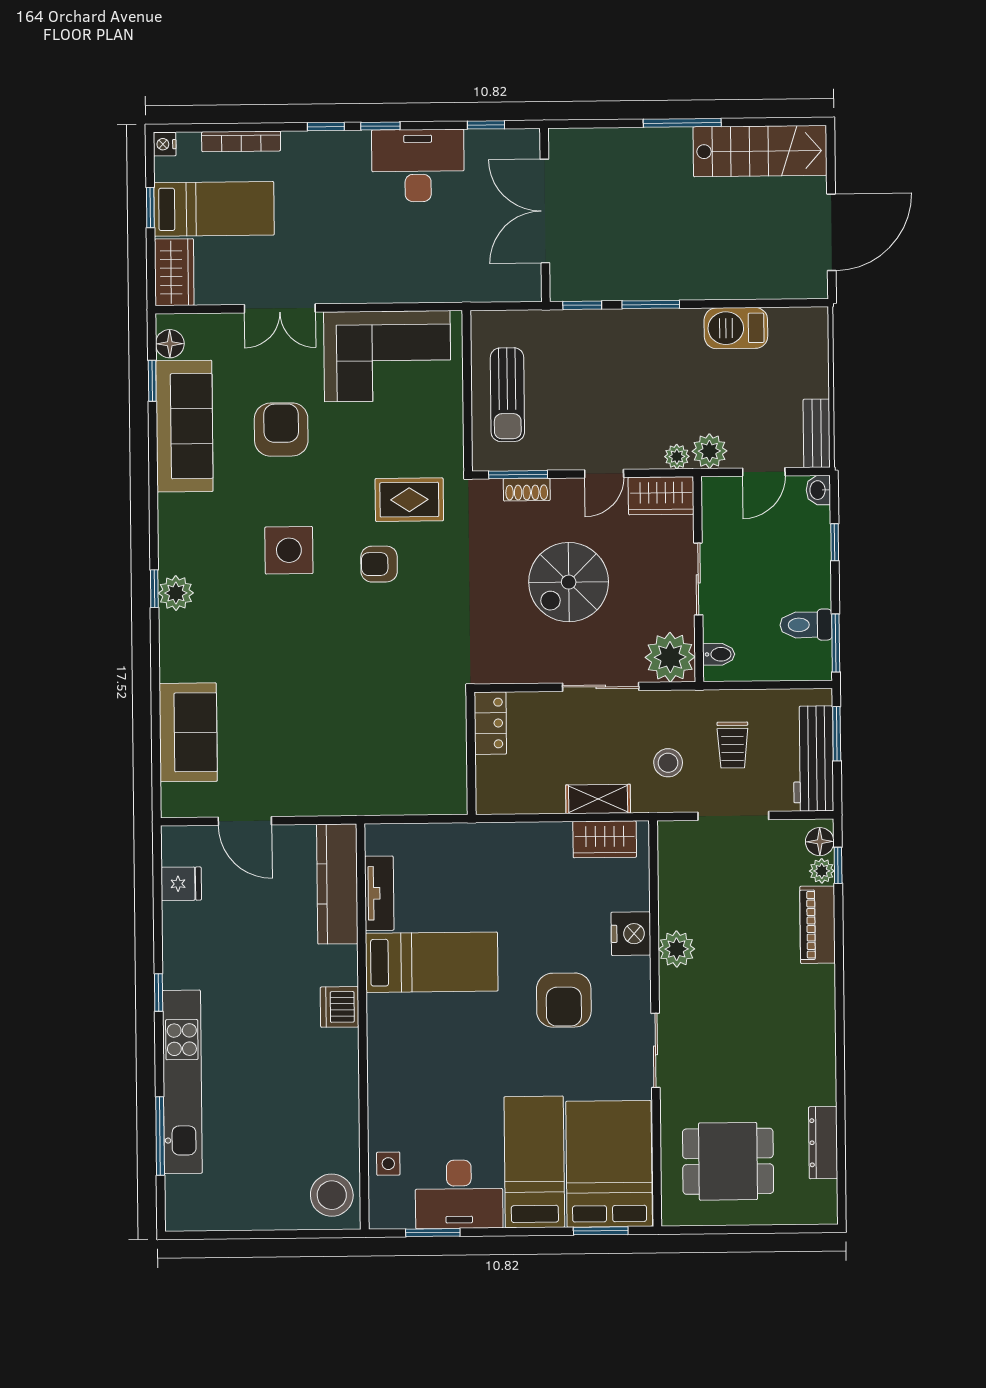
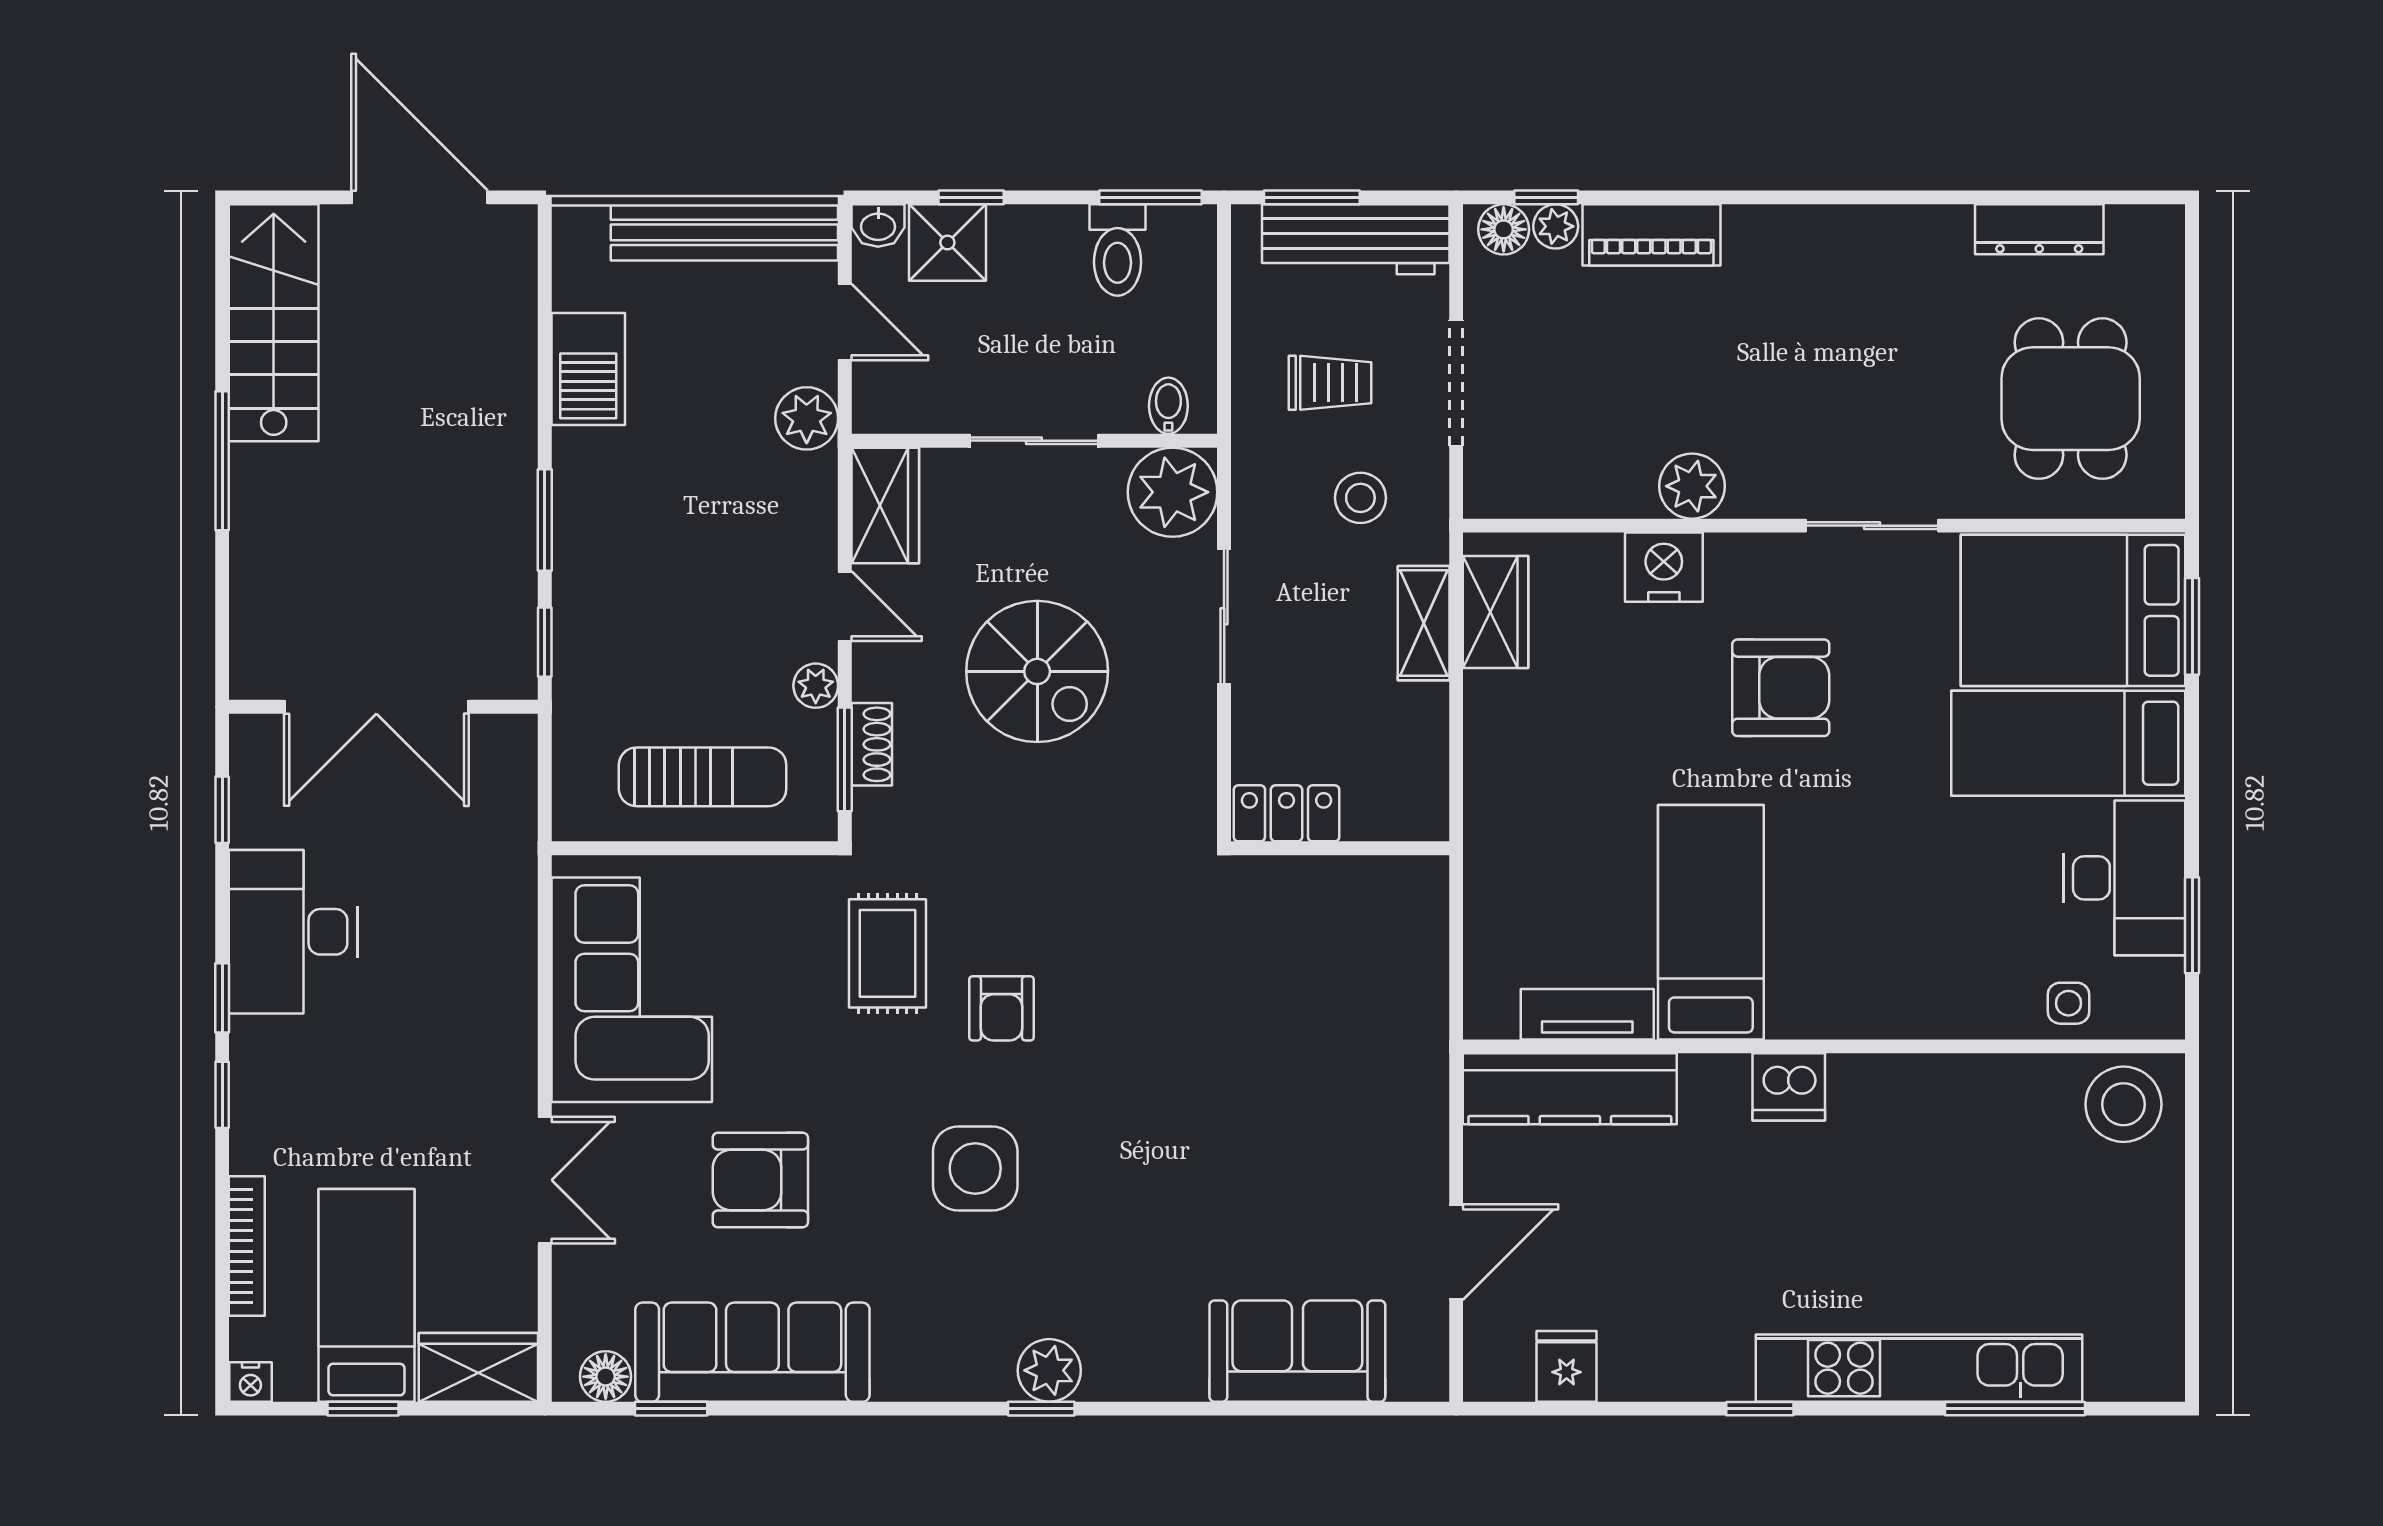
bench: (817, 433) -> (724, 232), width x1.86, depth x1.21
plant: (677, 457) -> (816, 686), moved
shower: (809, 529) -> (947, 242), added

